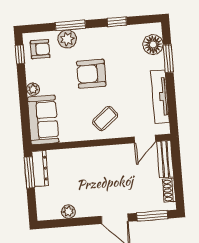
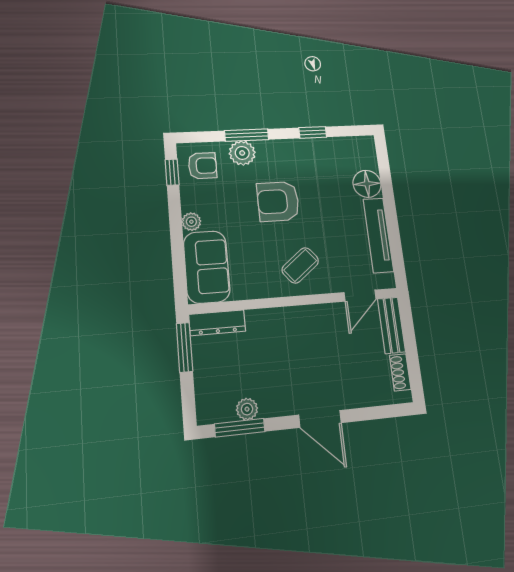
floor lamp: (153, 45) -> (367, 184), moved
window: (168, 58) -> (386, 183), removed
dresser: (40, 169) -> (217, 323), moved, turned 90
window: (152, 216) -> (240, 428), moved

